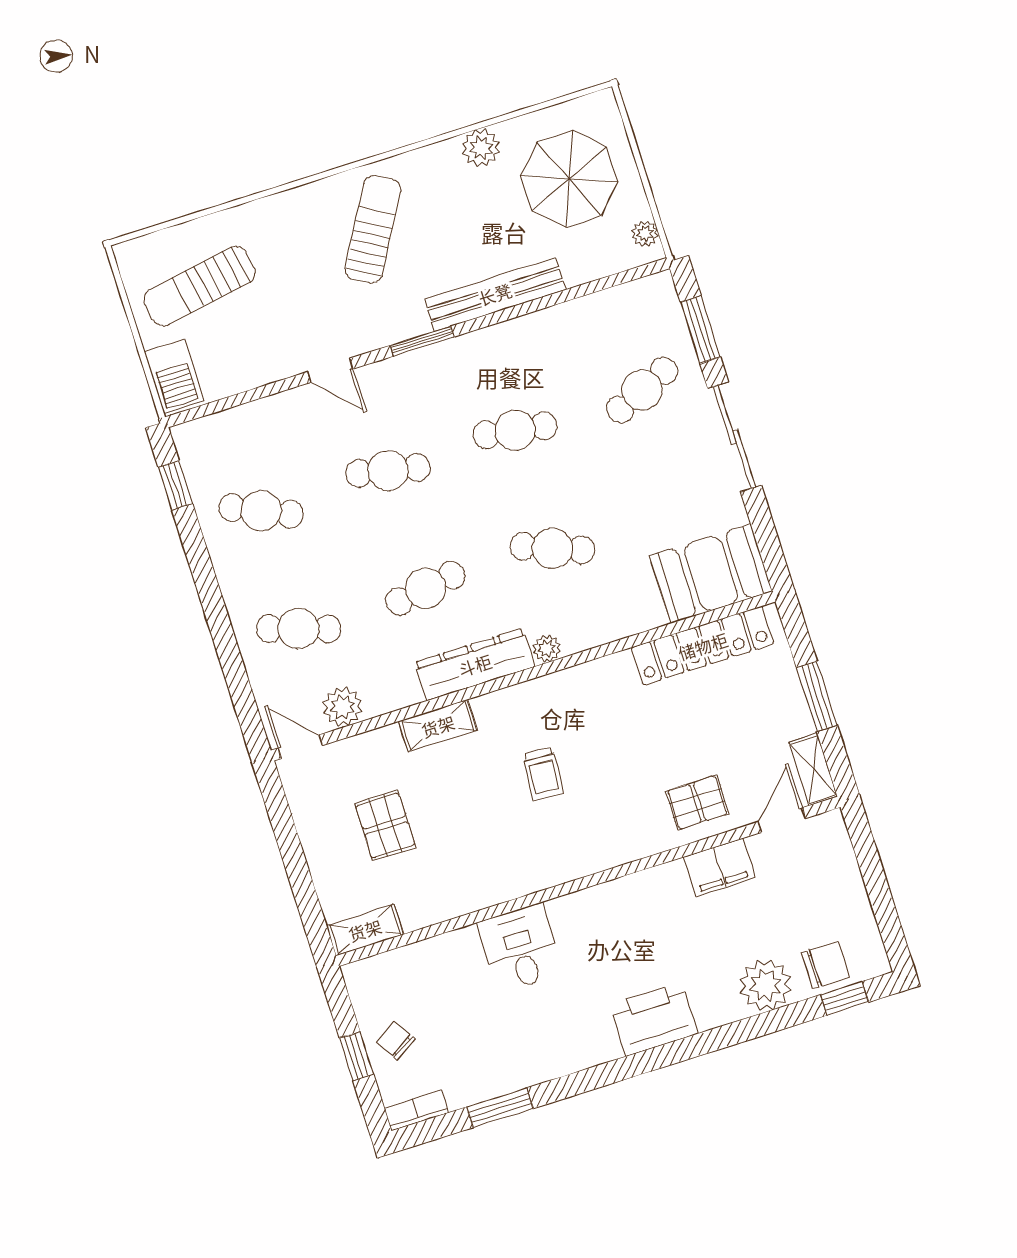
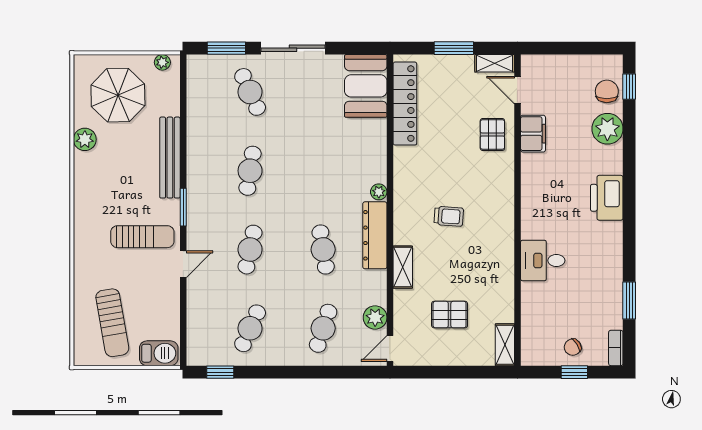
sun lounger: (373, 229) -> (142, 237), moved, turned 150
cafe table: (552, 548) -> (323, 171), removed

